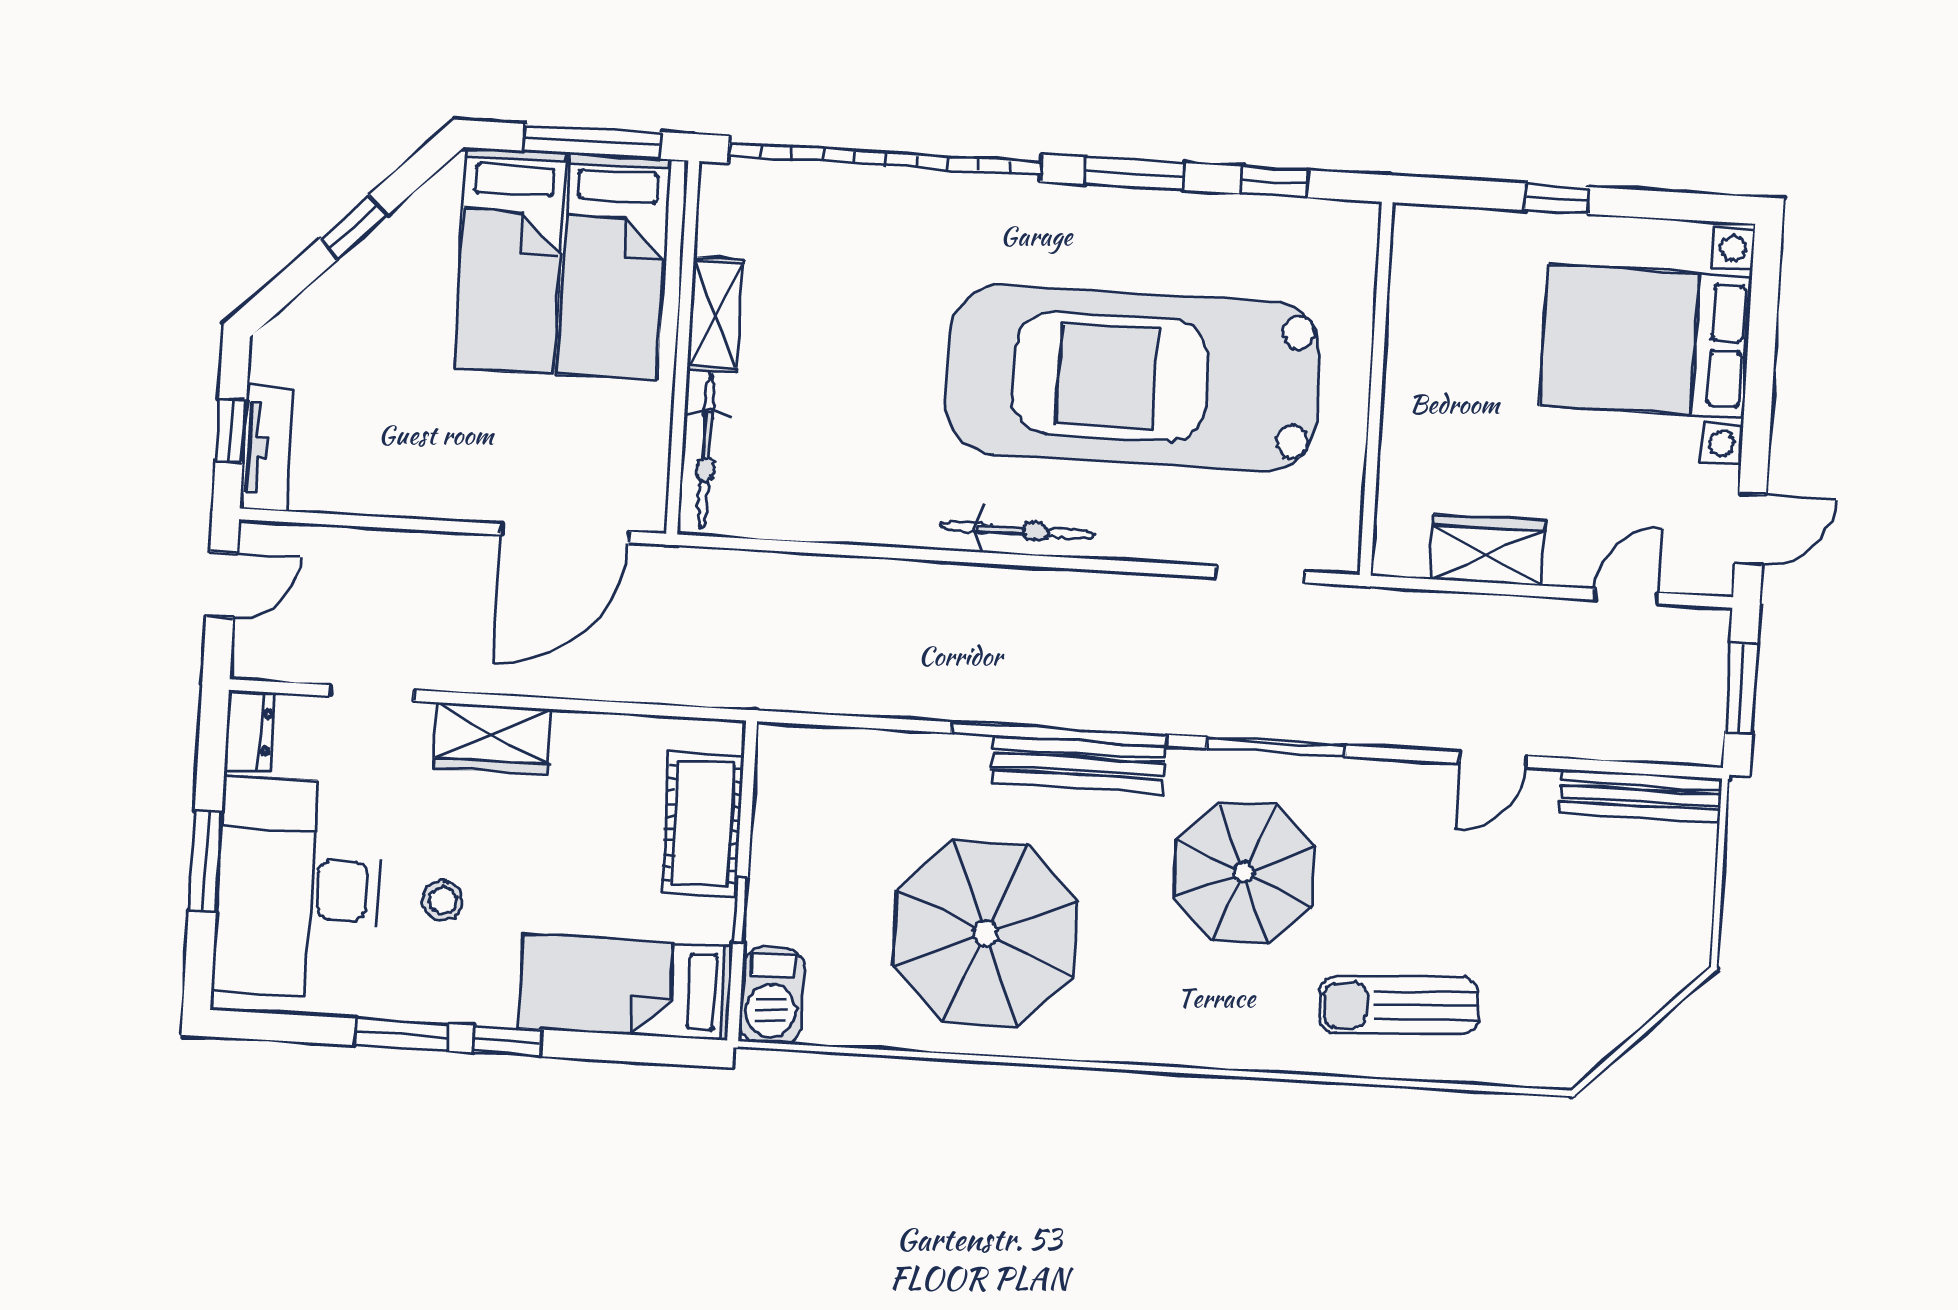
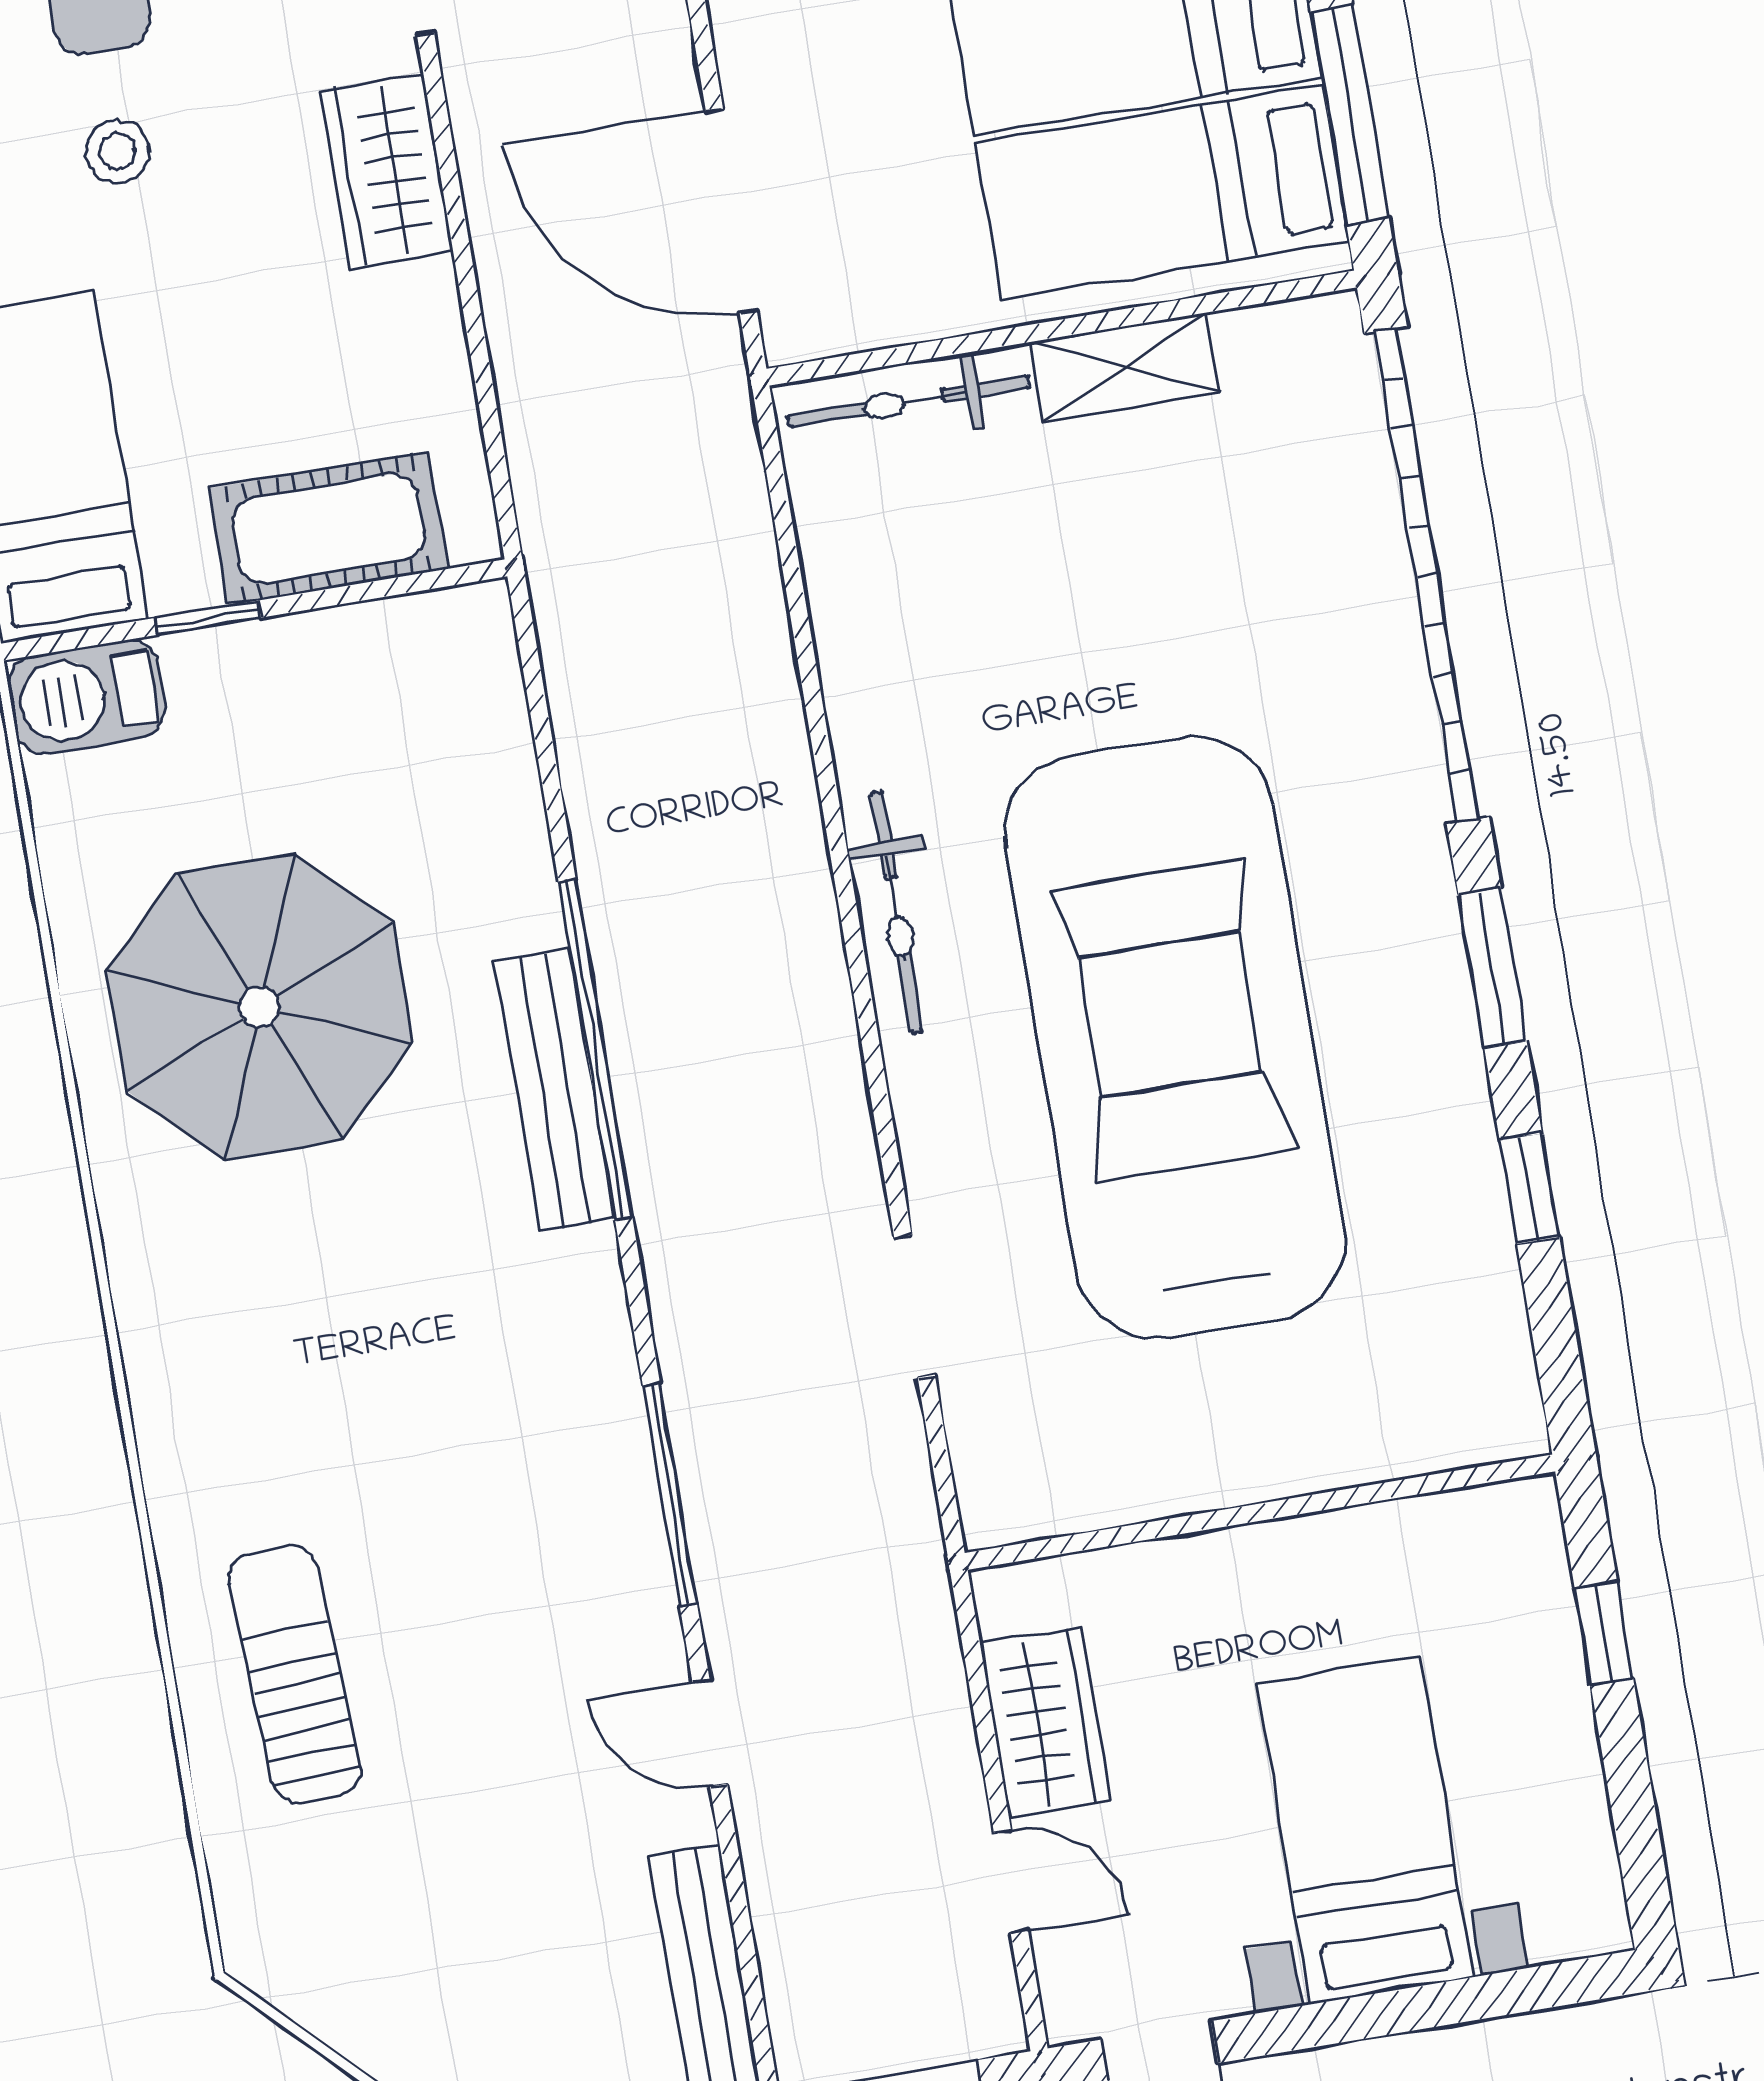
bed with nightstands: (1646, 341) -> (1365, 1830), width x0.73
wall: (1376, 389) -> (1260, 1512), moved
wardrobe: (1487, 550) -> (1045, 1722), moved
window: (1276, 747) -> (670, 1495), moved
parasol: (1244, 873) -> (446, 1387), removed

